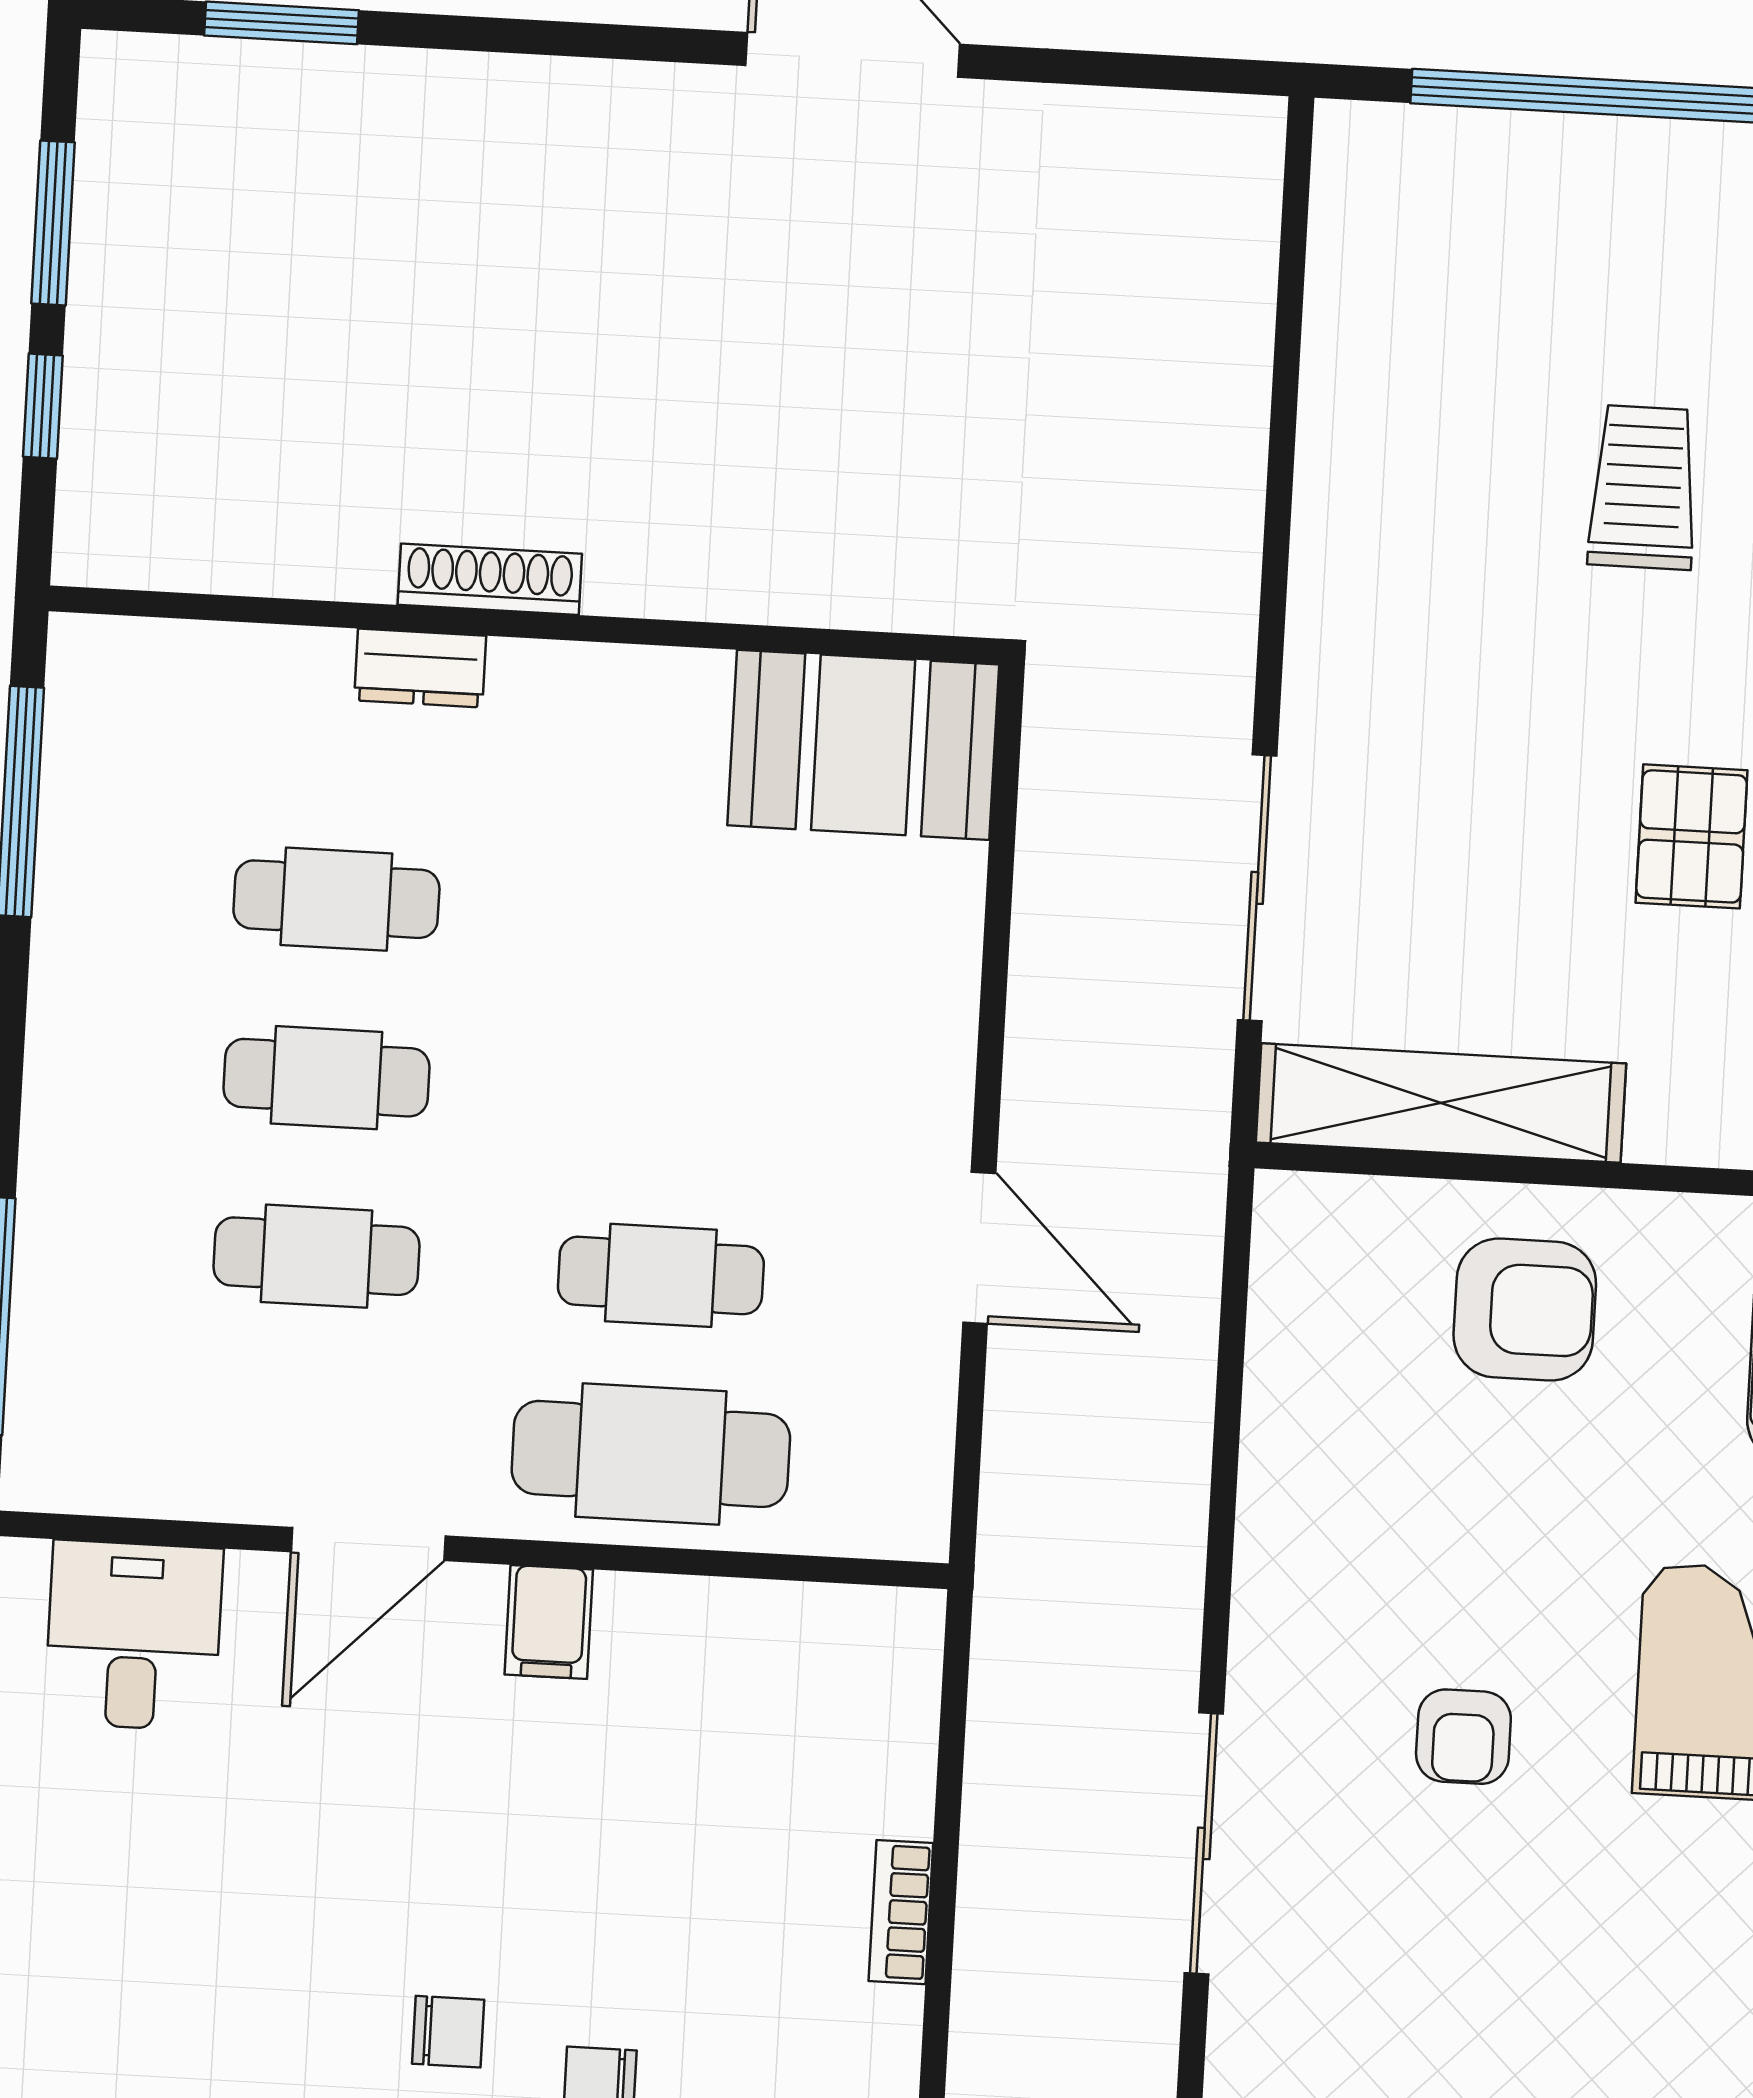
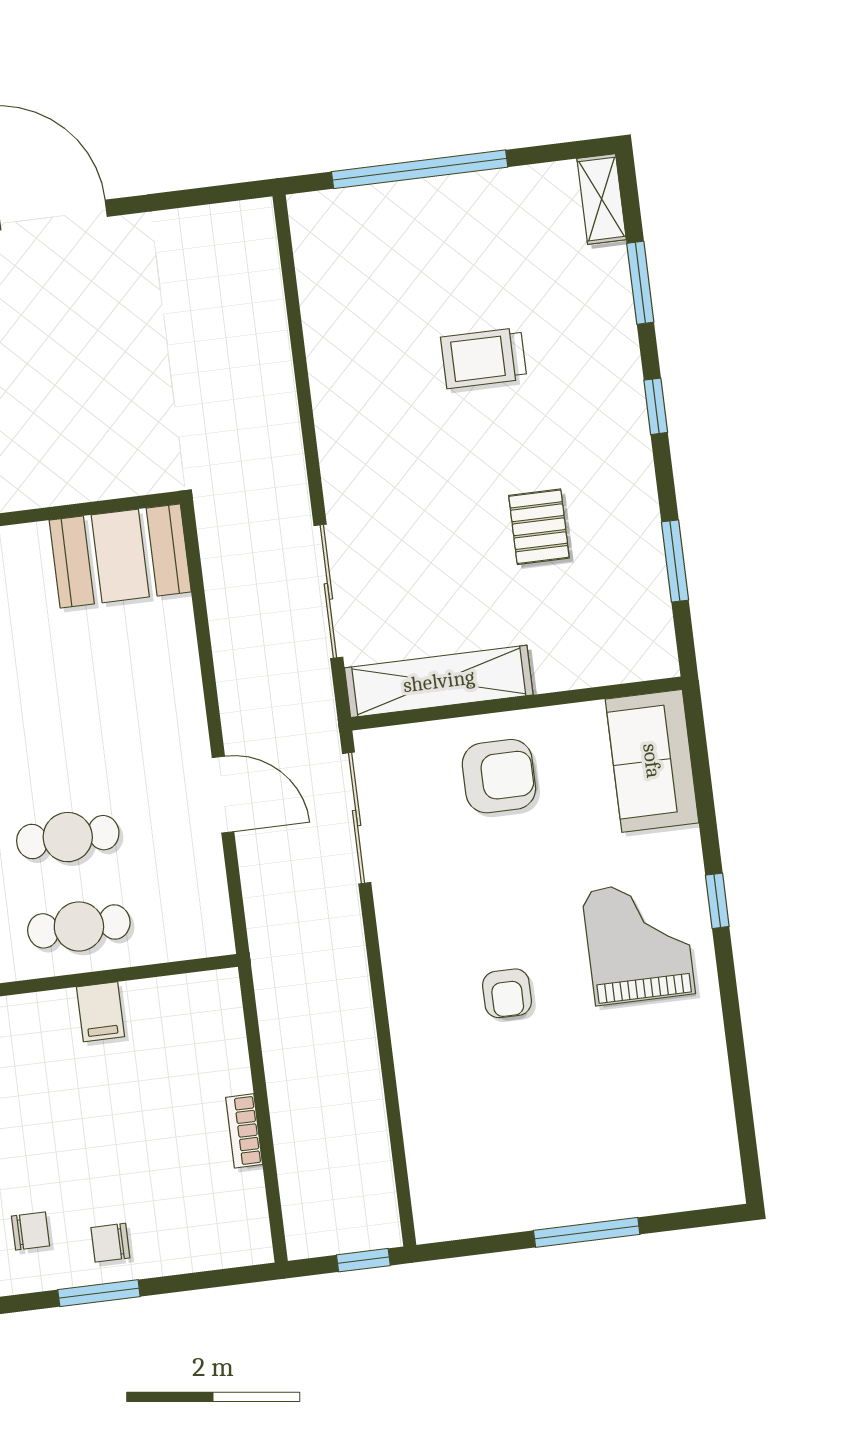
trolley: (1643, 487) -> (484, 358), turned -90
cafe table: (651, 1454) -> (79, 926), width x0.73, depth x0.74
filing cabinet: (549, 1622) -> (100, 1012), moved
sliding door: (1204, 1843) -> (357, 818), moved

